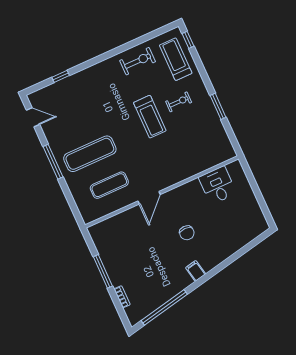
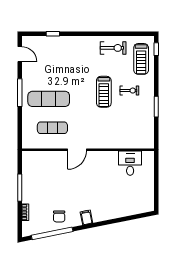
treadmill: (176, 59) -> (141, 59), turned 180
chair: (187, 233) -> (59, 216), moved

